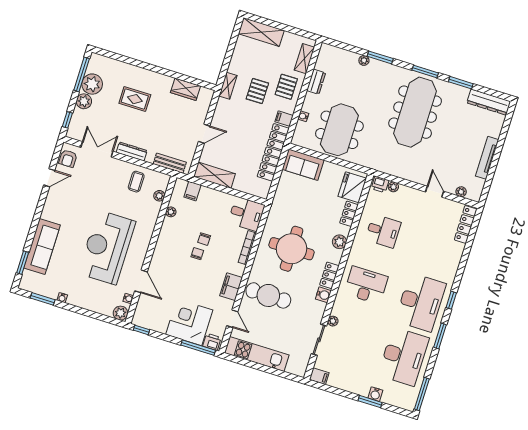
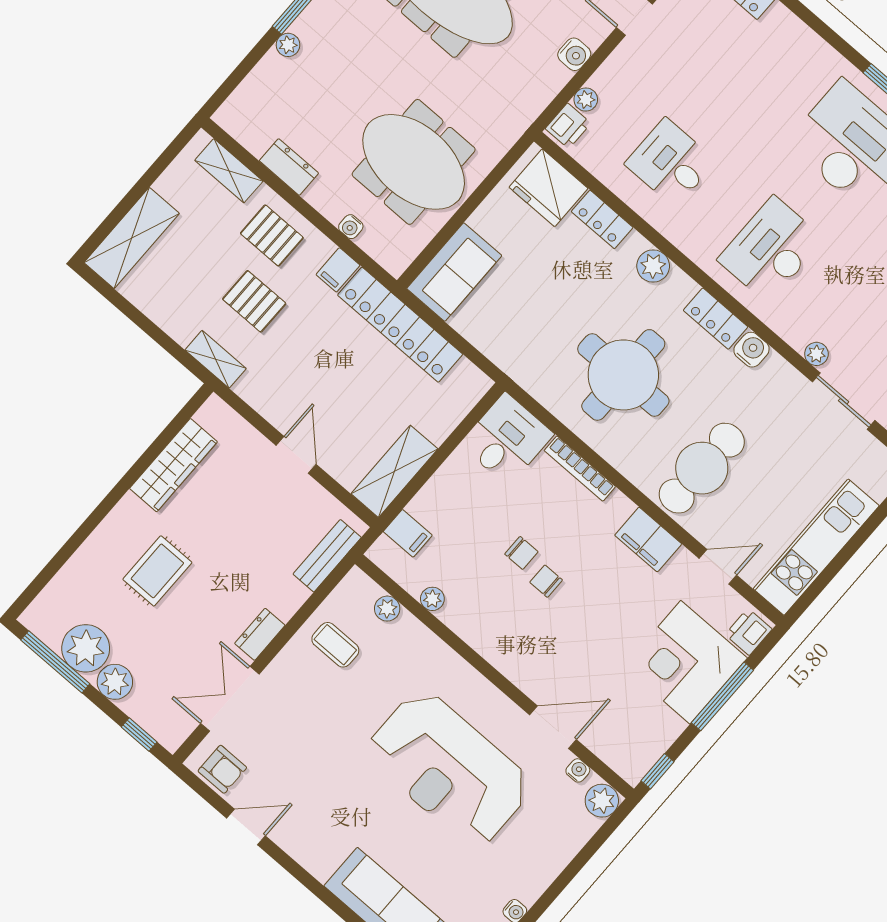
wardrobe: (186, 89) -> (173, 465), width x1.50
dresser: (132, 151) -> (260, 634), width x0.70
water cooler: (409, 175) -> (574, 54), added
door: (49, 178) -> (246, 827), hinge flipped
desk: (383, 231) -> (670, 163), turned -90
window: (198, 348) -> (722, 696), moved

